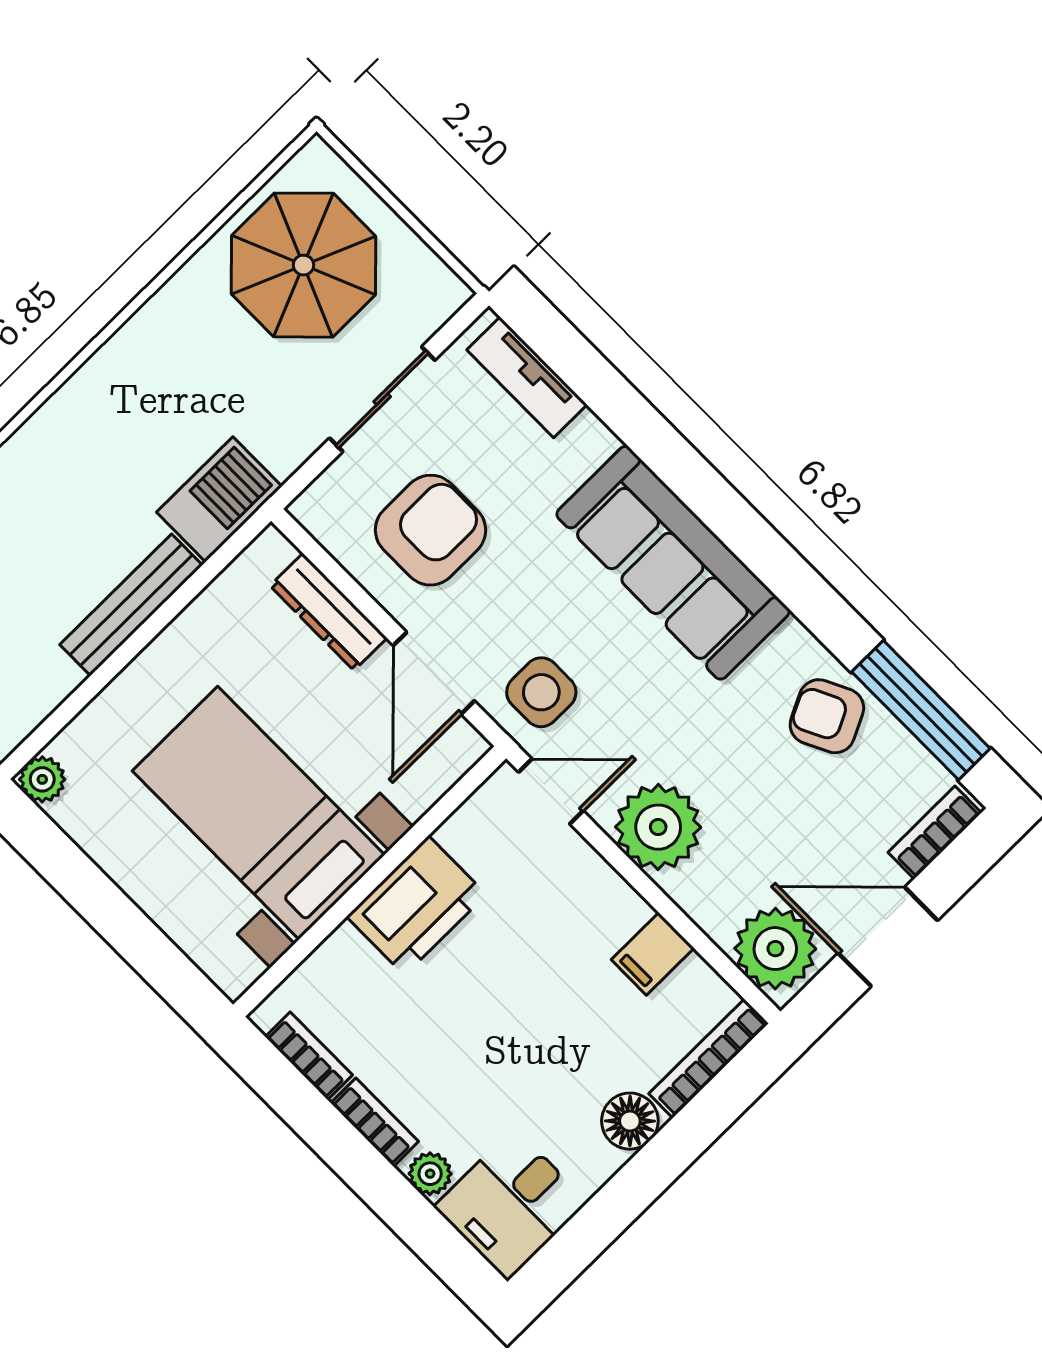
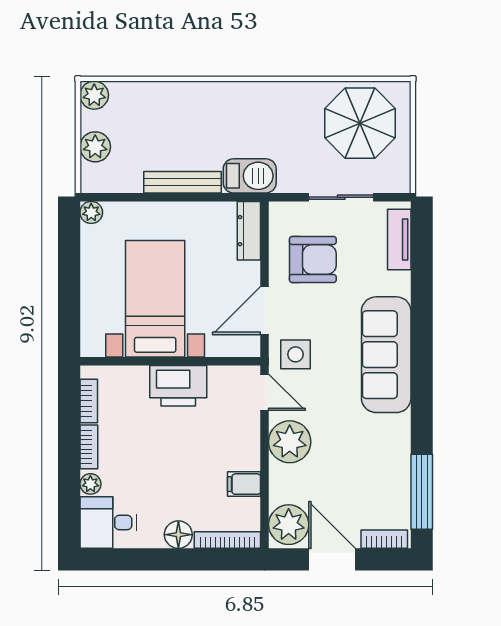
dresser: (328, 612) -> (249, 231), moved
armchair: (827, 716) -> (387, 461), removed

